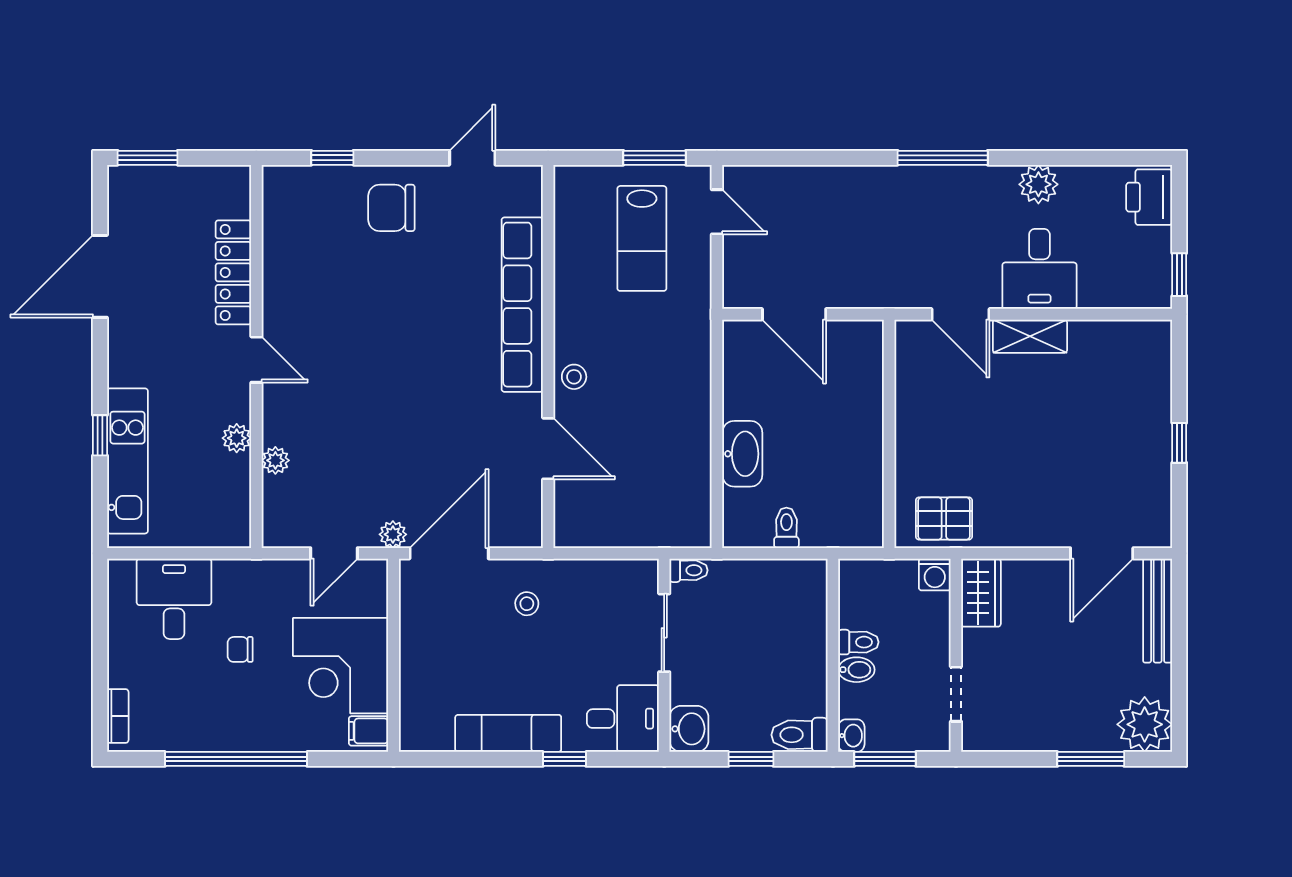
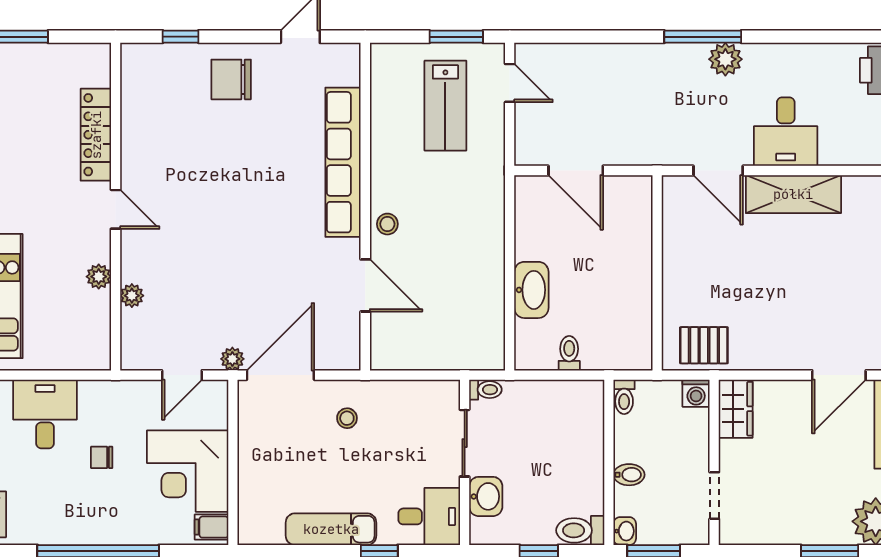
plant: (1038, 184) -> (725, 59), moved
shelving: (1030, 336) -> (793, 194), width x1.50, depth x1.33
toilet: (858, 642) -> (624, 397), moved, turned 90
washbasin: (689, 729) -> (486, 496), moved

